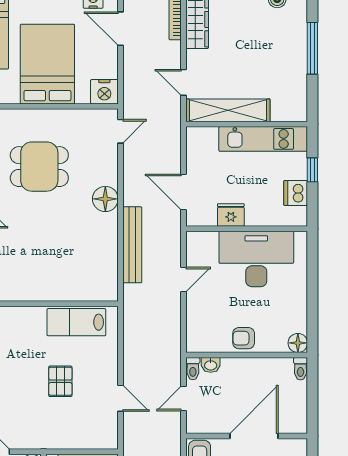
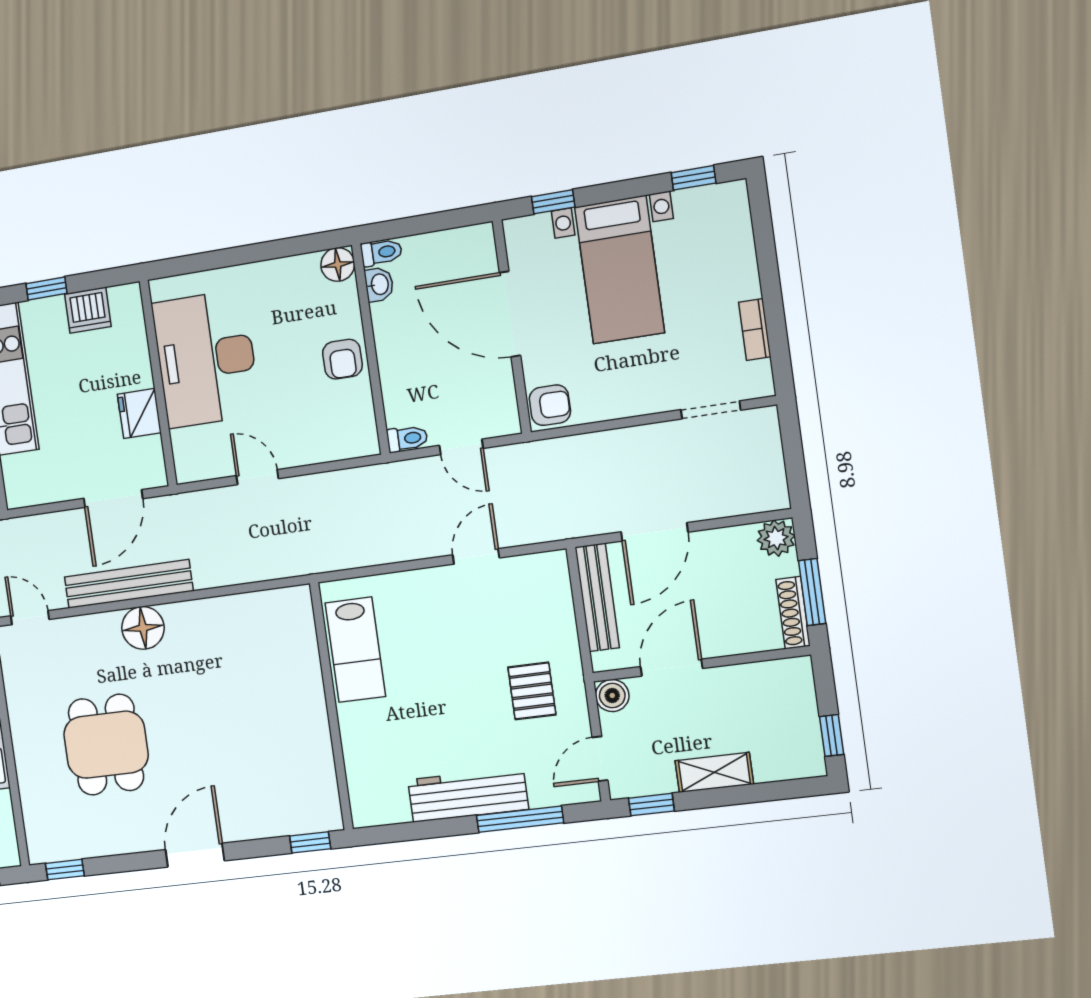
bench: (132, 245) -> (129, 584), moved
washbasin: (211, 365) -> (379, 284), moved
pallet: (60, 381) -> (532, 691), moved, turned 90

